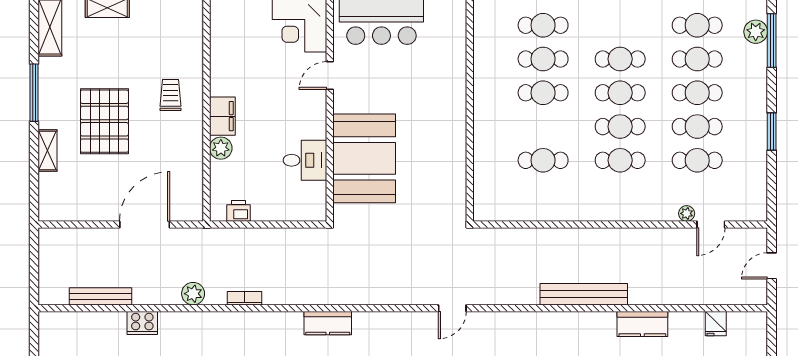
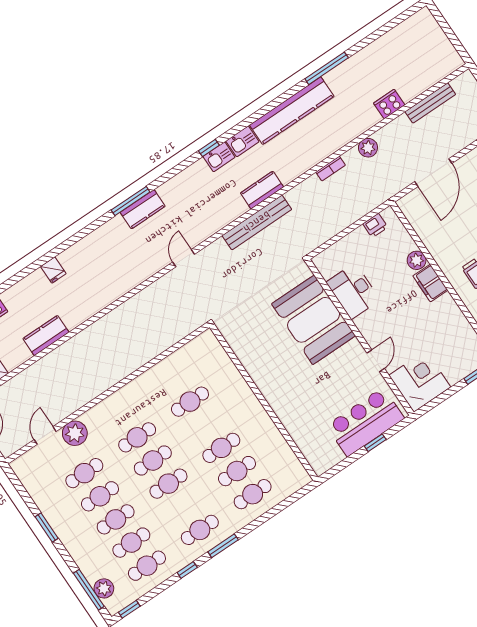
cafe table: (620, 59) -> (200, 530), moved
desk: (305, 160) -> (353, 291), width x1.37
plant: (687, 213) -> (75, 433), width x1.87, depth x1.87
bench: (584, 294) -> (257, 222), moved

